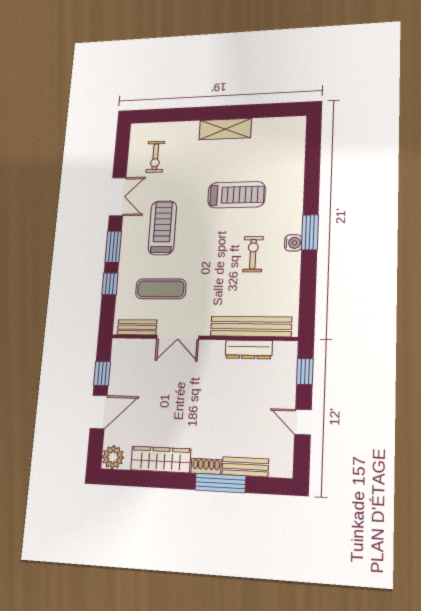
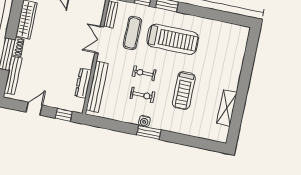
shelving: (225, 129) -> (227, 108), moved
exercise bike: (155, 157) -> (144, 73), moved
double door: (118, 197) -> (201, 12), removed
treadmill: (162, 228) -> (173, 39), width x1.37, depth x1.38
bench: (245, 467) -> (13, 75), width x1.36

